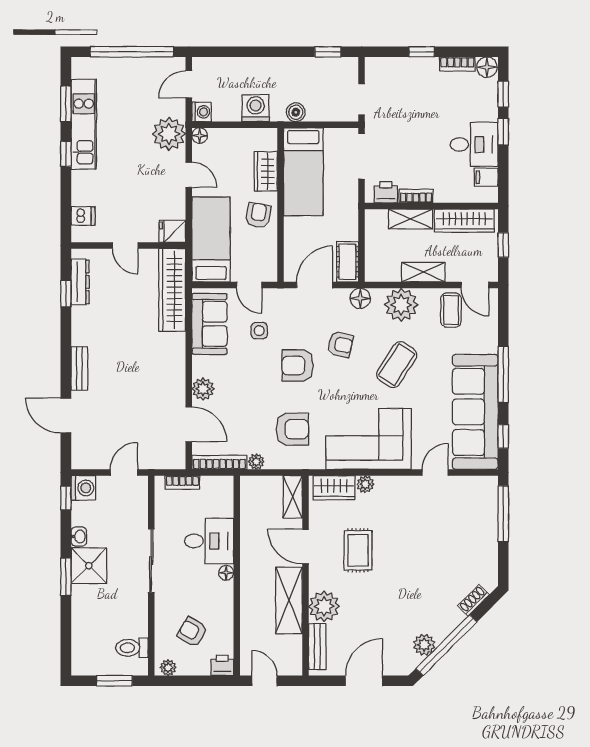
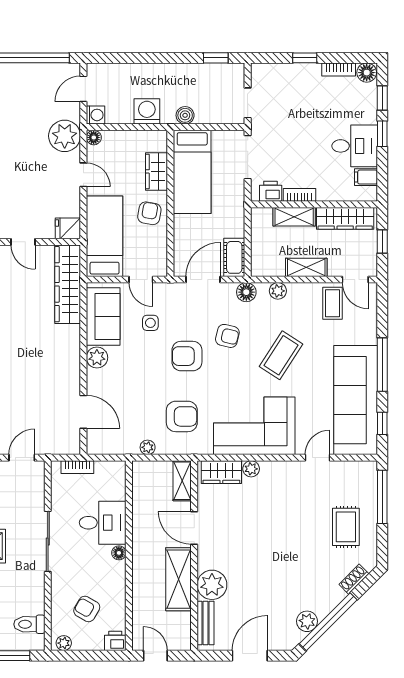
plant: (401, 305) -> (278, 291), width x0.53, depth x0.53
plant: (203, 389) -> (97, 358), moved
bookcase: (219, 462) -> (112, 448), removed
rug: (358, 550) -> (346, 527), moved

